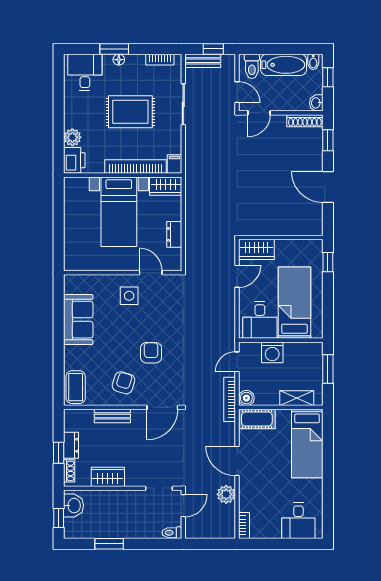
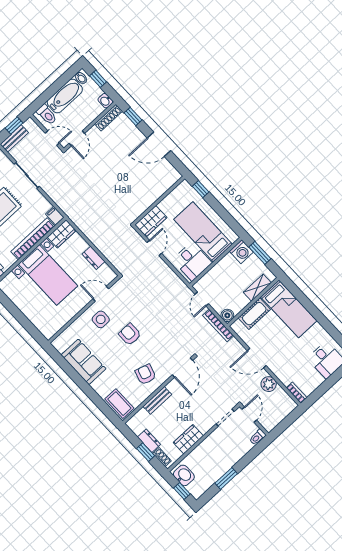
washing machine: (272, 352) -> (241, 252), moved
armchair: (151, 353) -> (130, 334), moved
cot: (257, 419) -> (254, 314), moved

